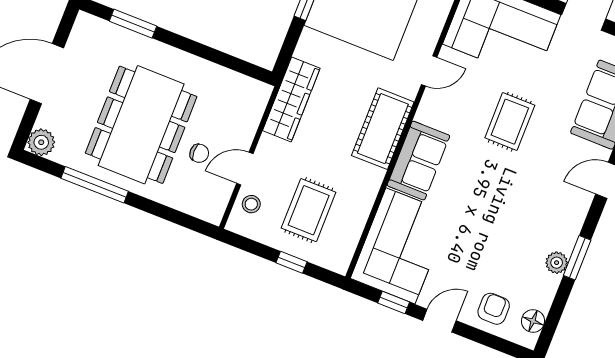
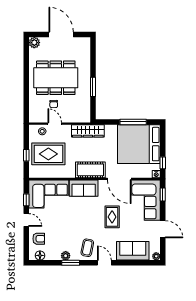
window: (133, 24) -> (93, 87), moved
door: (429, 71) -> (119, 179), width x1.88
rug: (510, 122) -> (112, 217), turned 90
window: (95, 185) -> (26, 69), removed
coffee table: (558, 206) -> (87, 248), added
rug: (309, 210) -> (48, 154), width x1.36, depth x1.43

